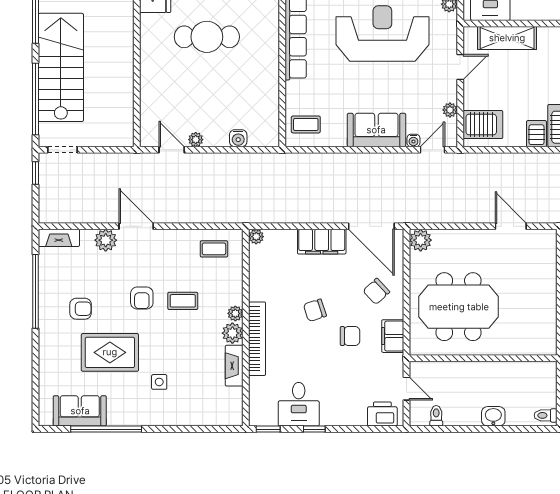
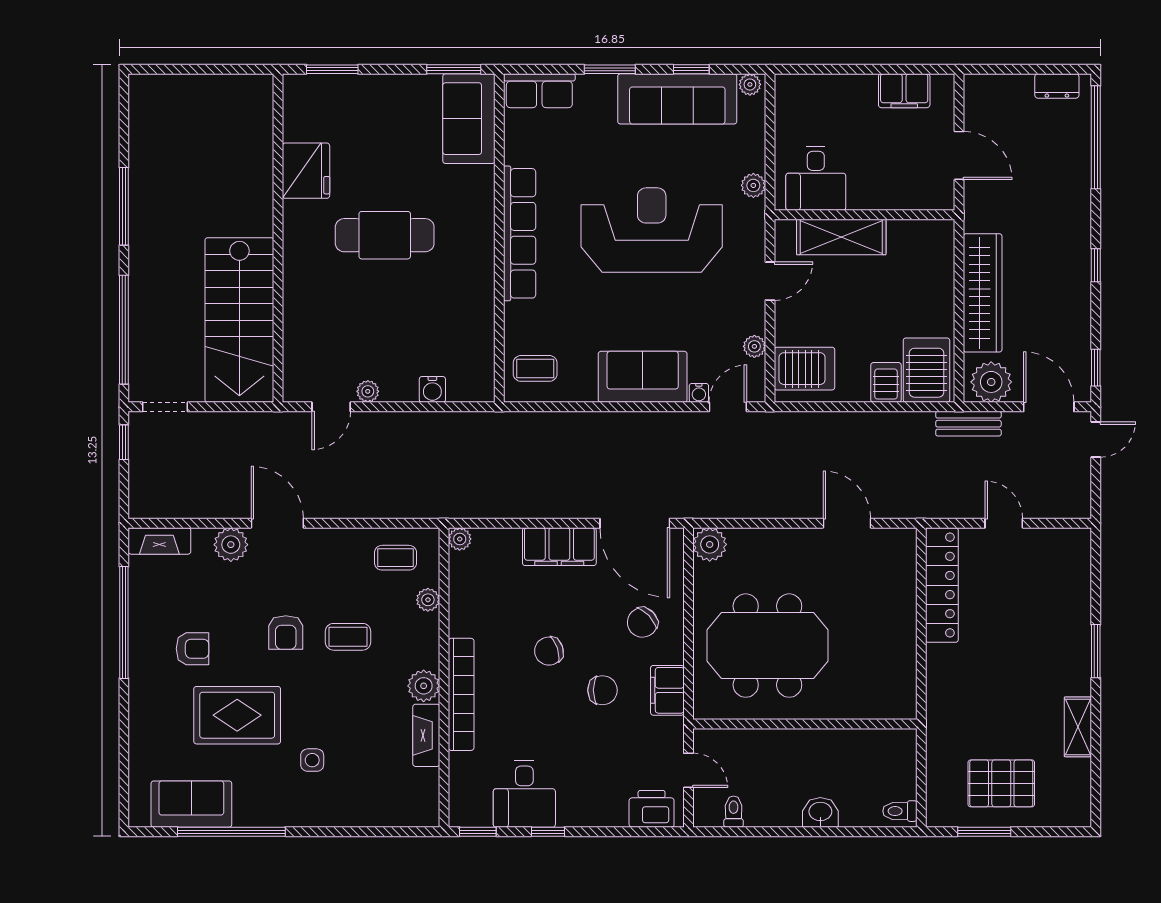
stairs: (61, 67) -> (239, 320), moved, turned 180
door: (172, 150) -> (331, 407), swing flipped
plant: (235, 313) -> (428, 600), moved

